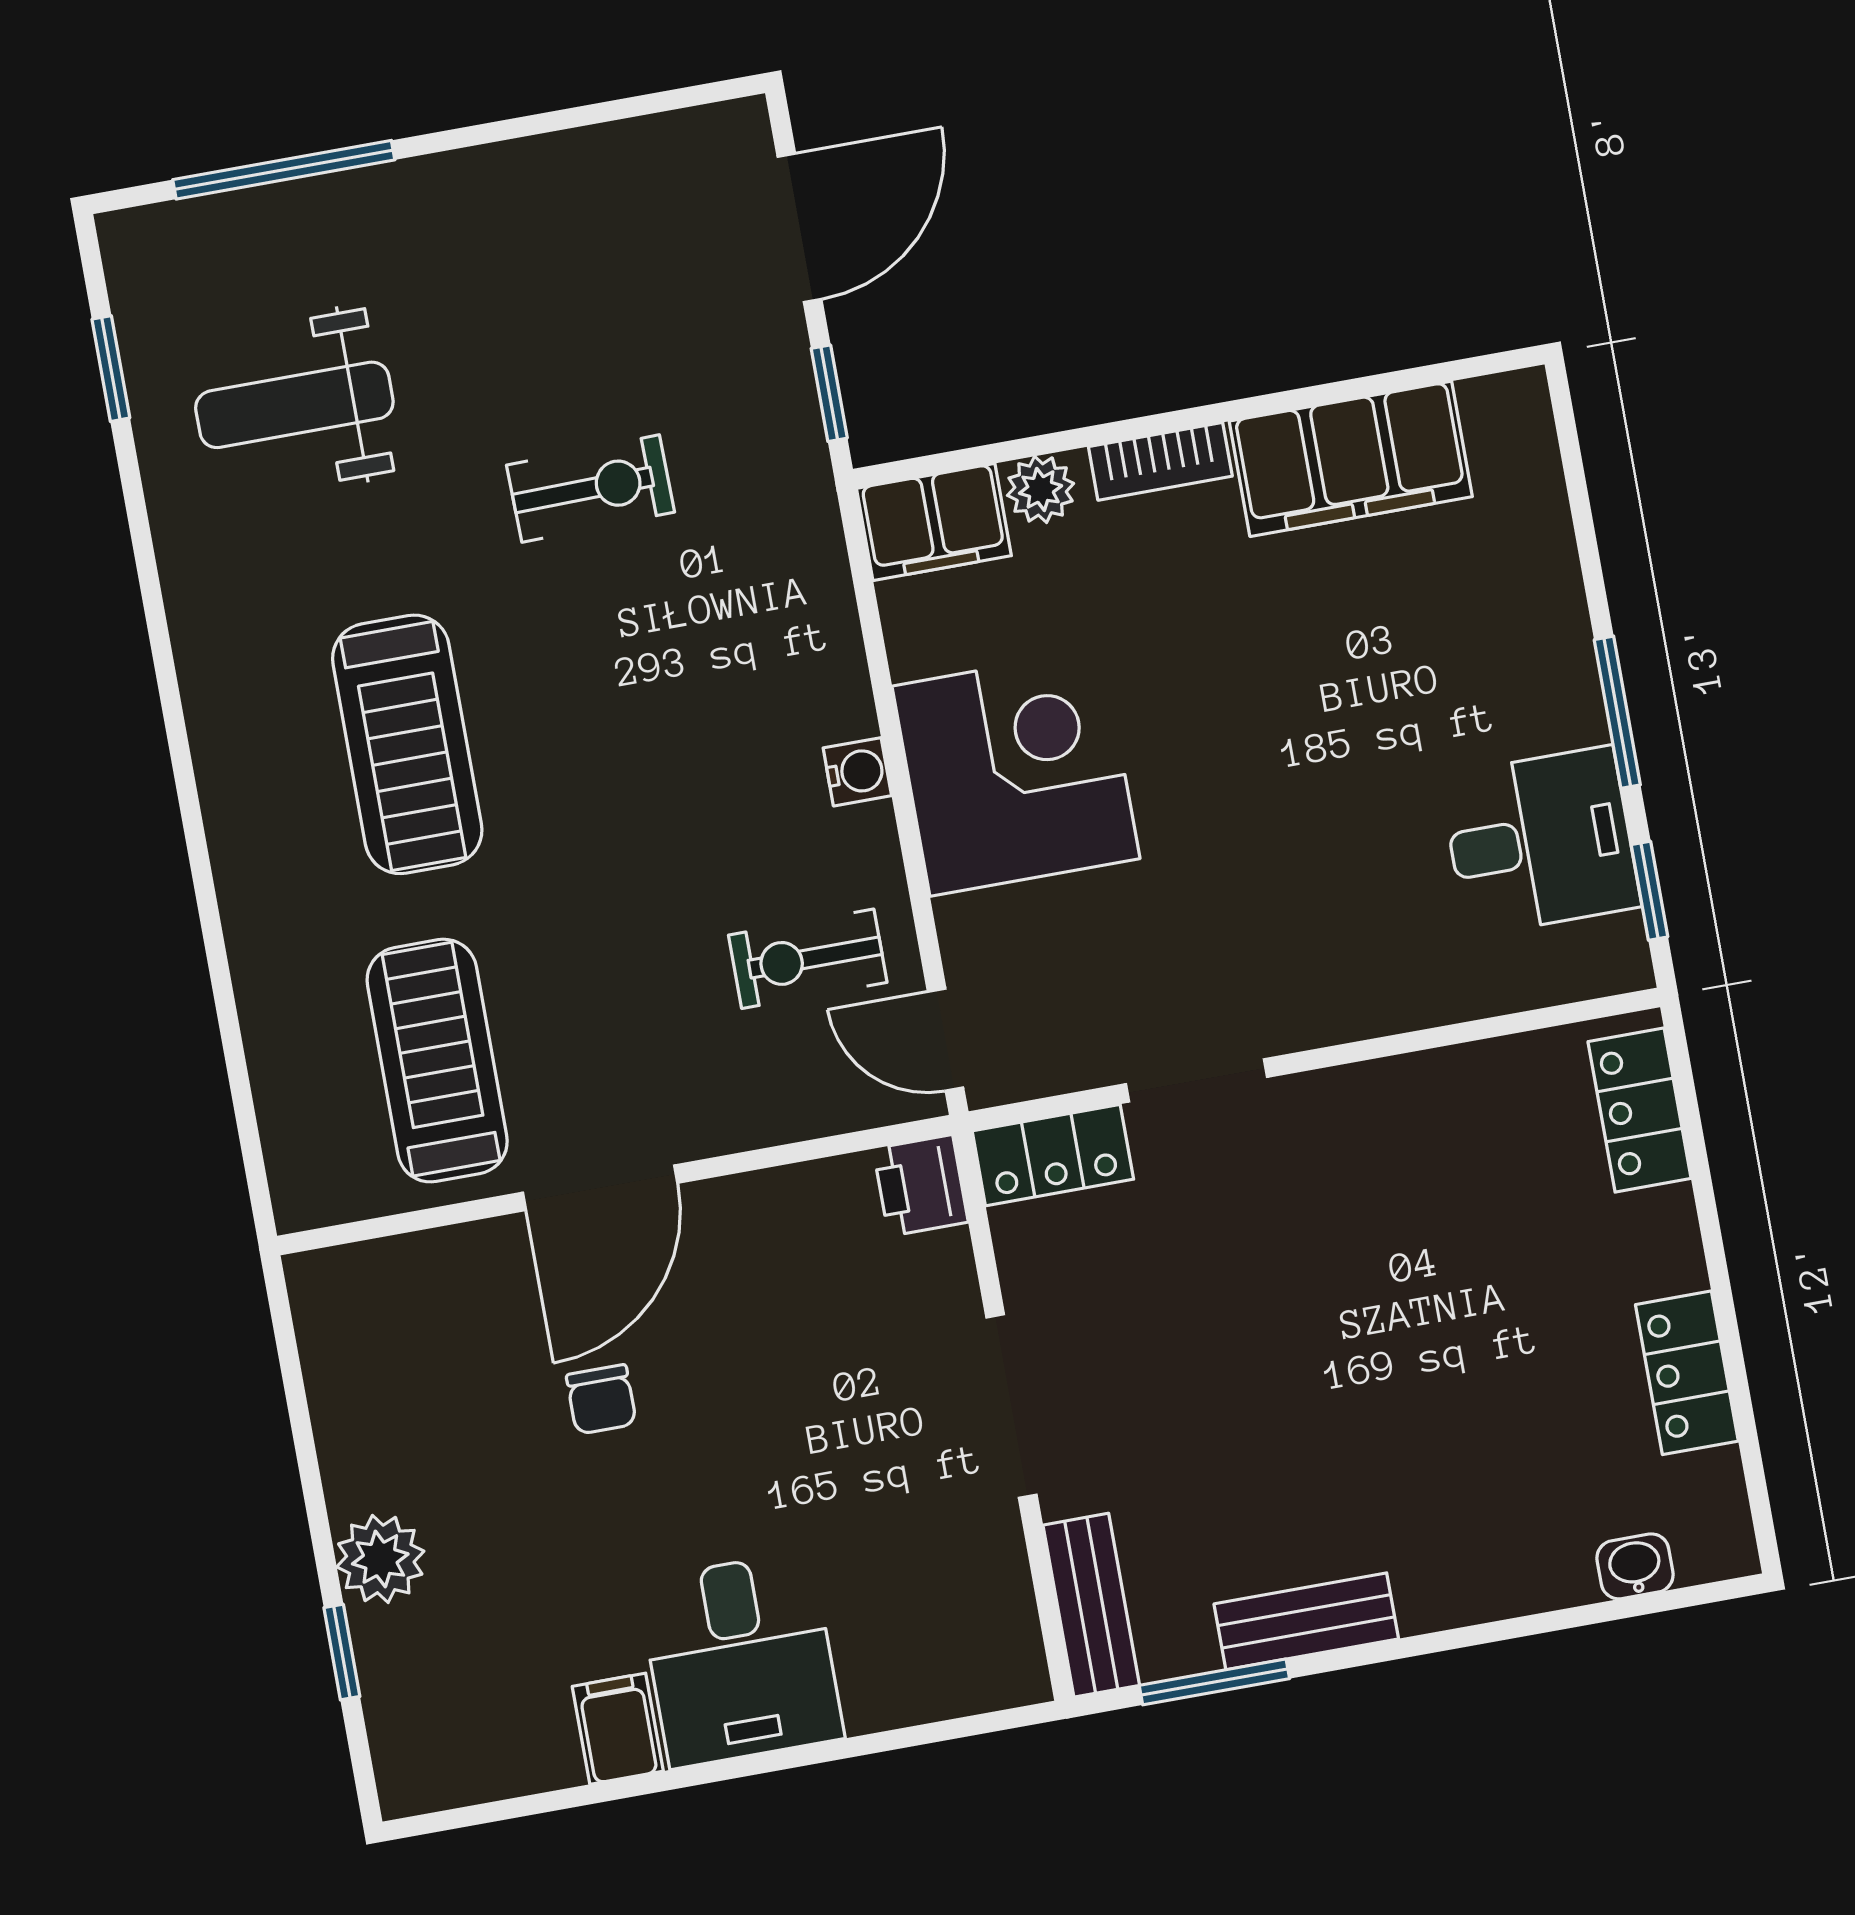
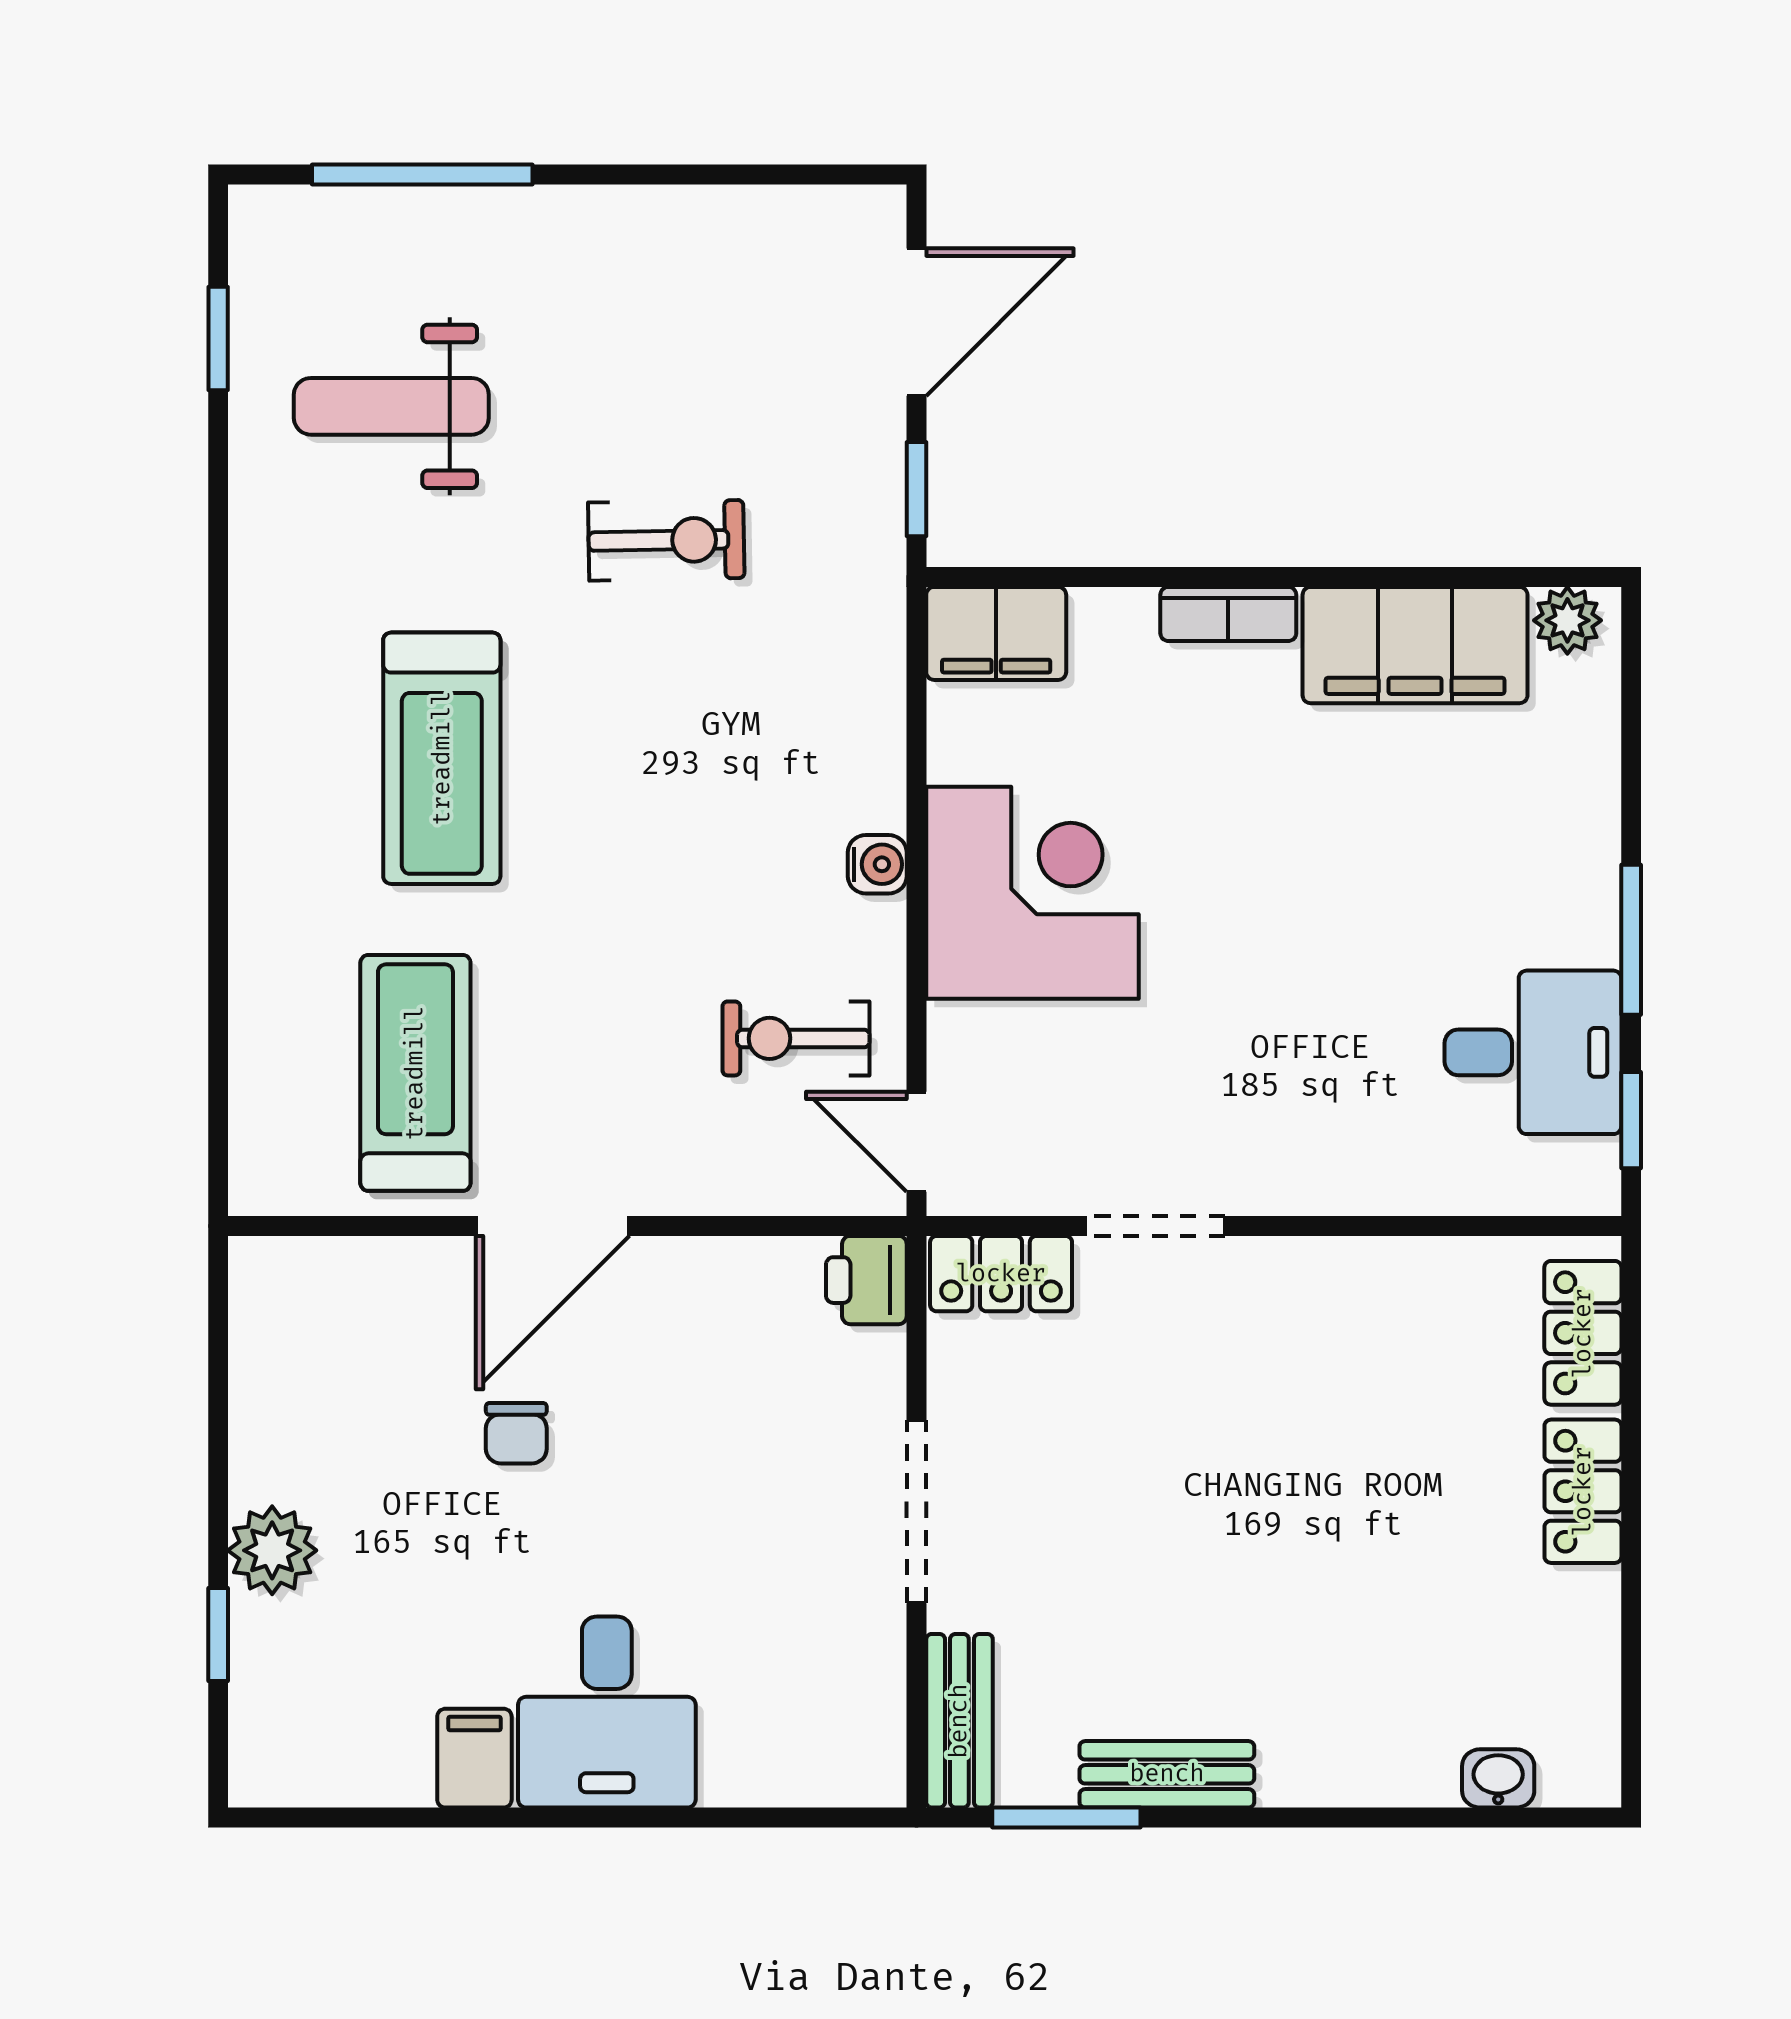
plant: (1041, 489) -> (1567, 620), moved
locker: (1687, 1373) -> (1583, 1491), moved

